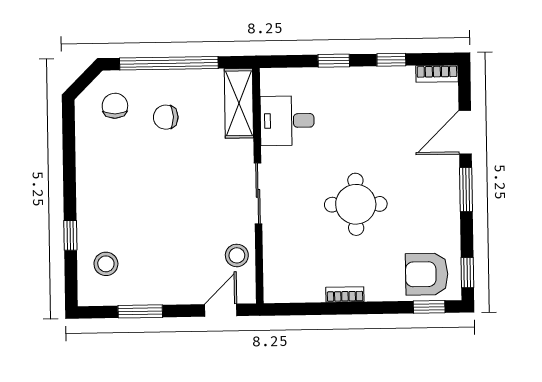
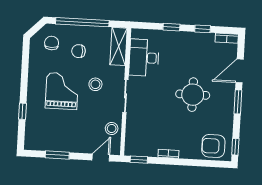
desk: (287, 121) -> (144, 58), width x1.37
grand piano: (140, 193) -> (62, 91), added
round table: (356, 204) -> (193, 95), moved
stool: (106, 264) -> (95, 84), moved
window: (429, 307) -> (139, 160), moved

